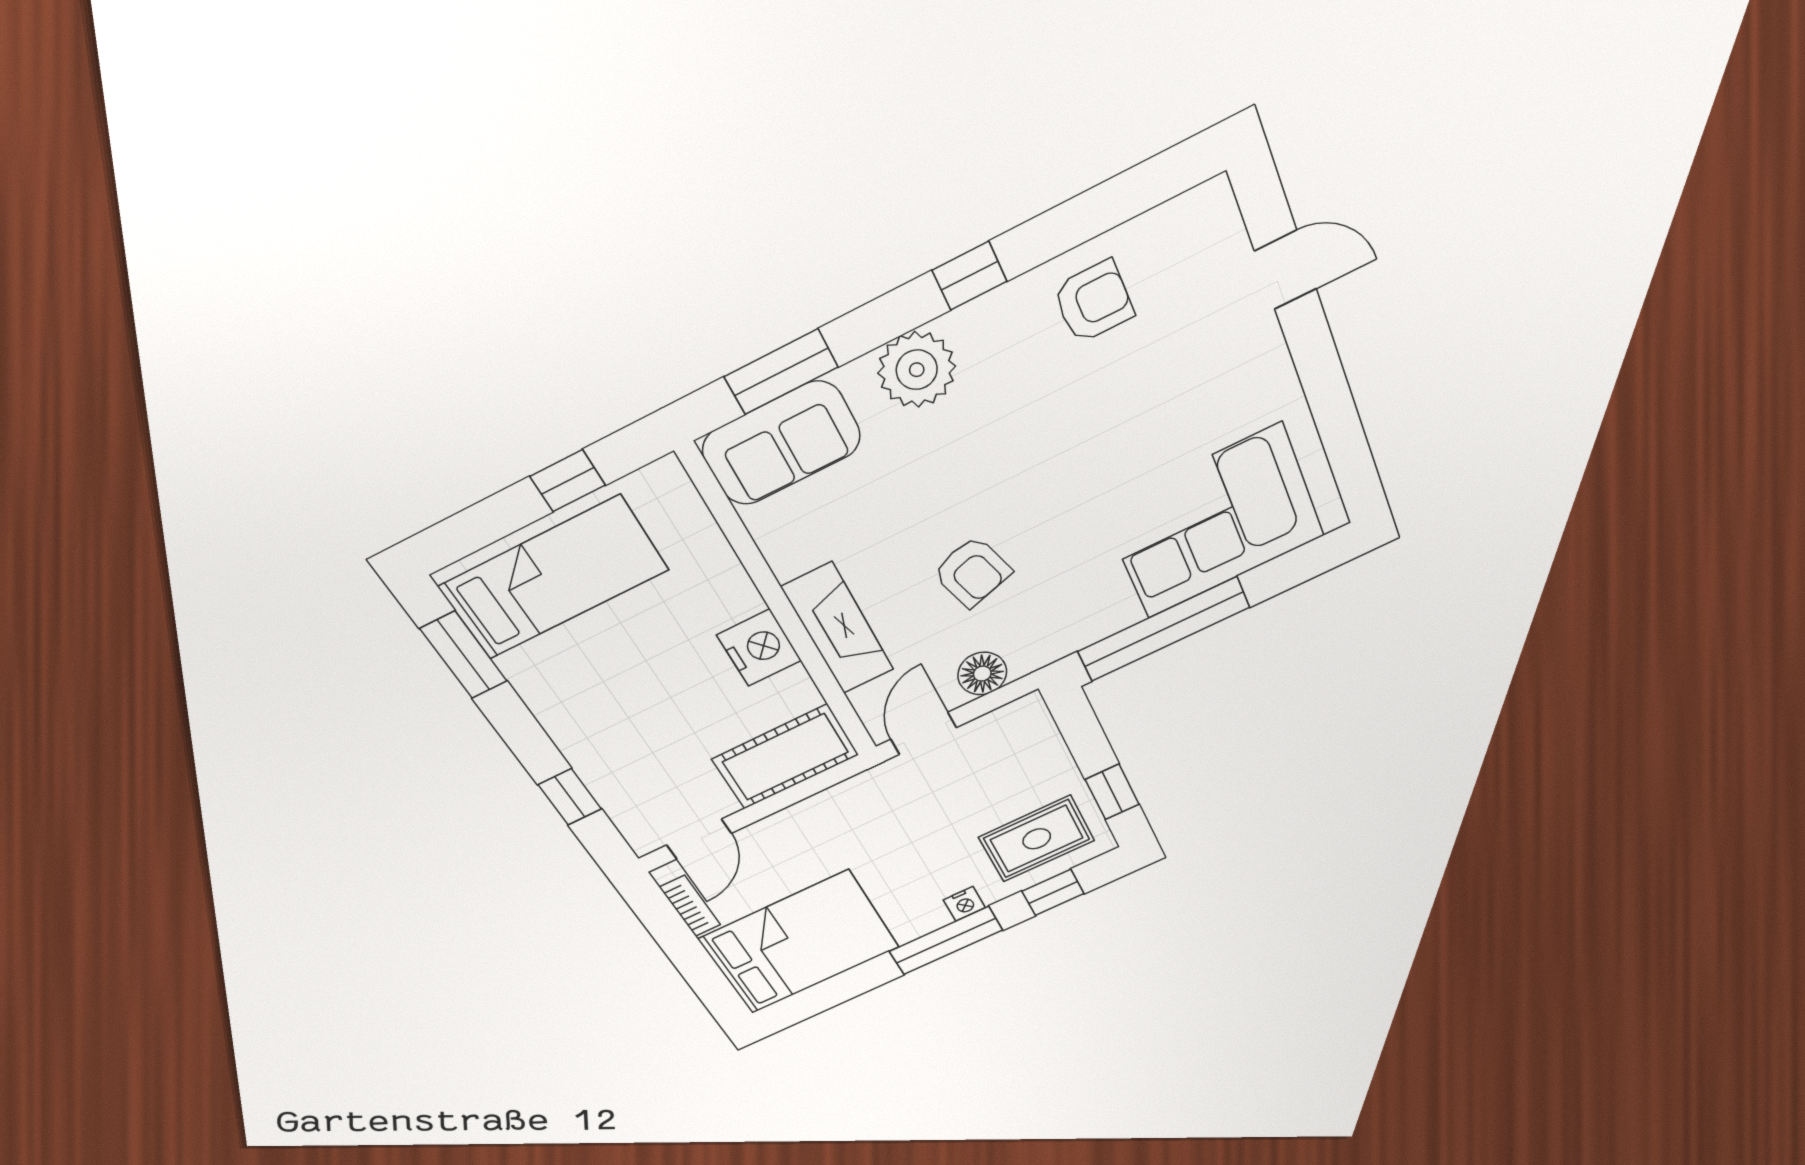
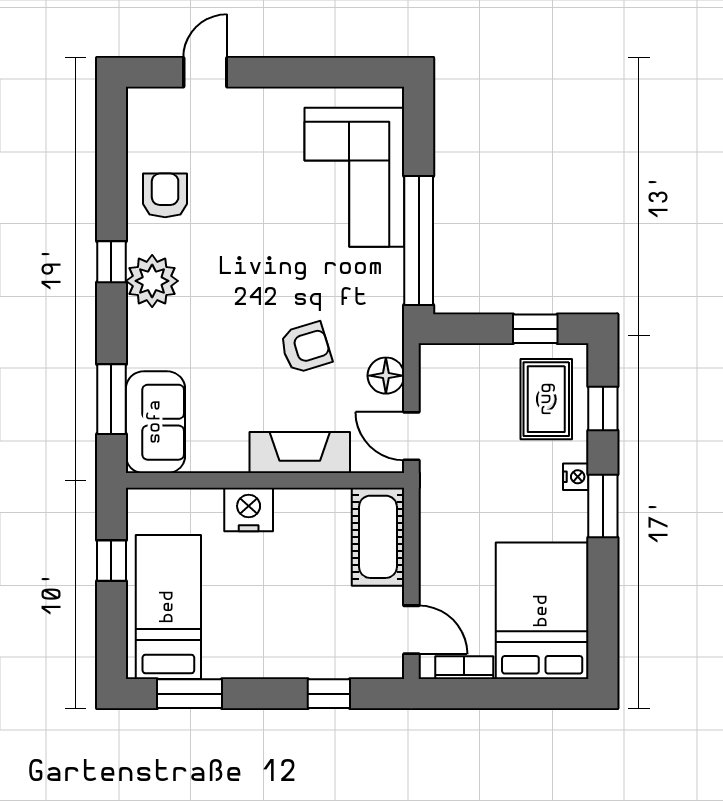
plant: (917, 370) -> (152, 281), moved
nightstand: (759, 648) -> (249, 509), moved
window: (946, 941) -> (603, 506), width x0.69

